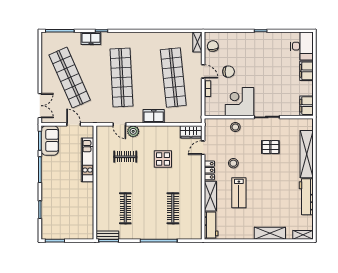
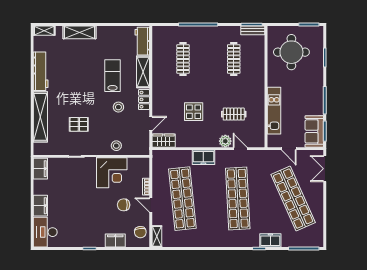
filing cabinet: (236, 38) -> (115, 241), added
round table: (71, 215) -> (291, 52), added

